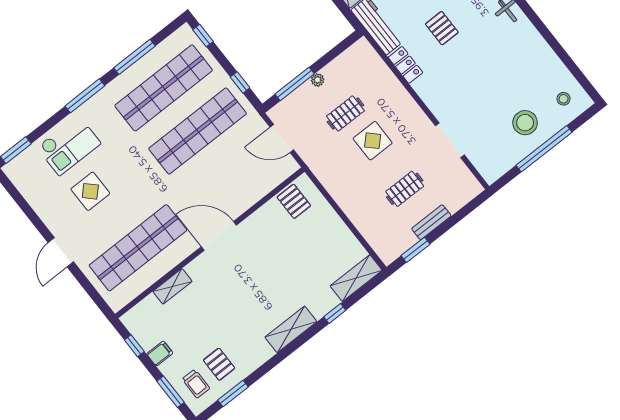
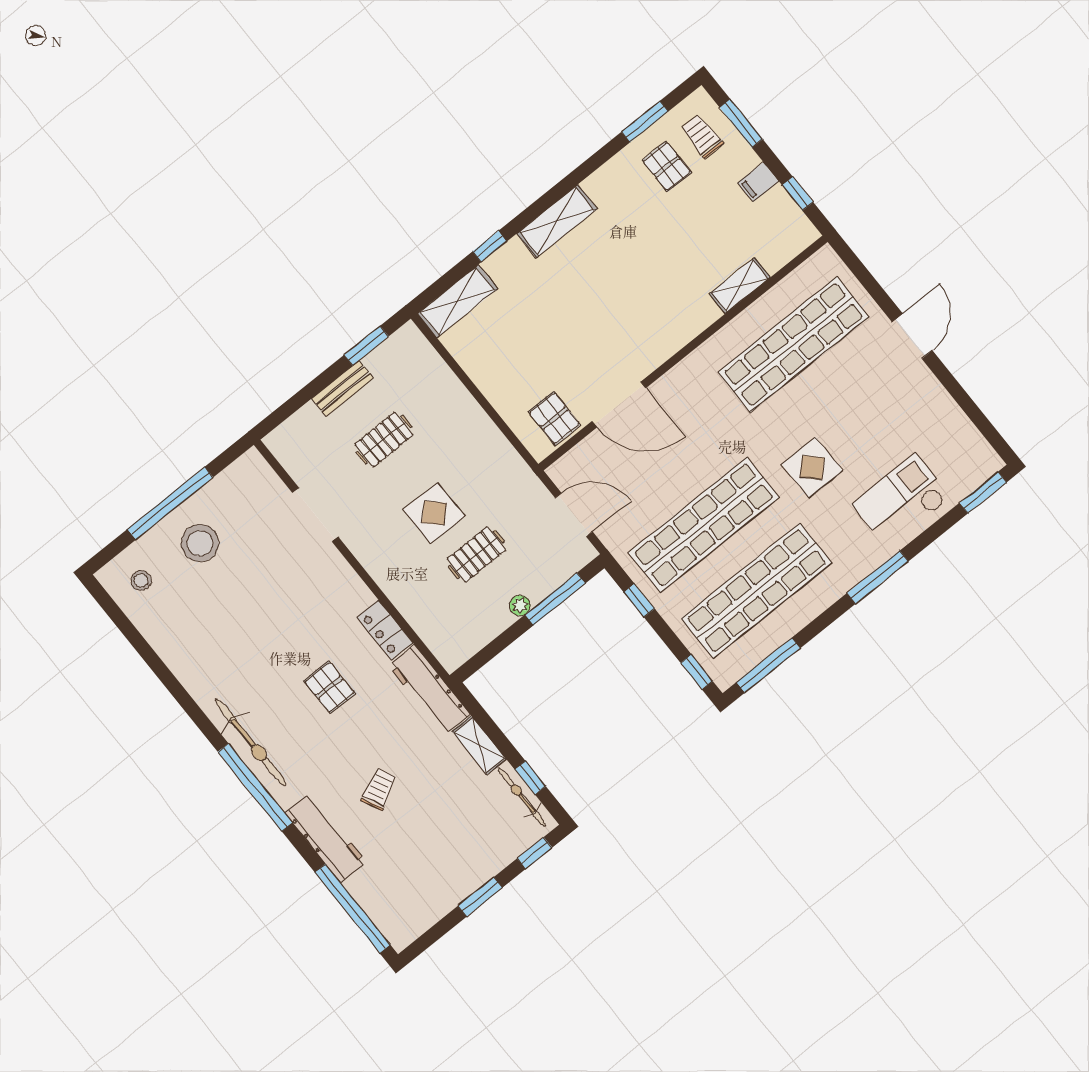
window: (134, 57) -> (768, 665), moved
display table: (90, 191) -> (812, 468), moved
door: (219, 236) -> (619, 405), moved

